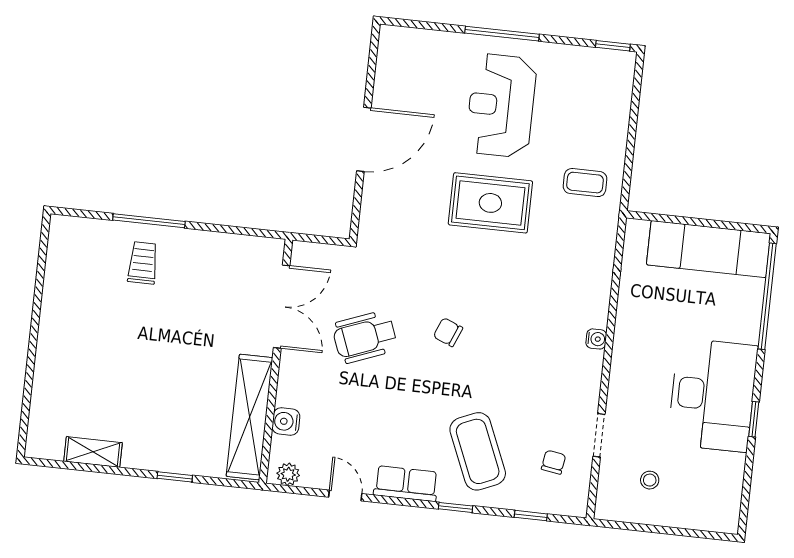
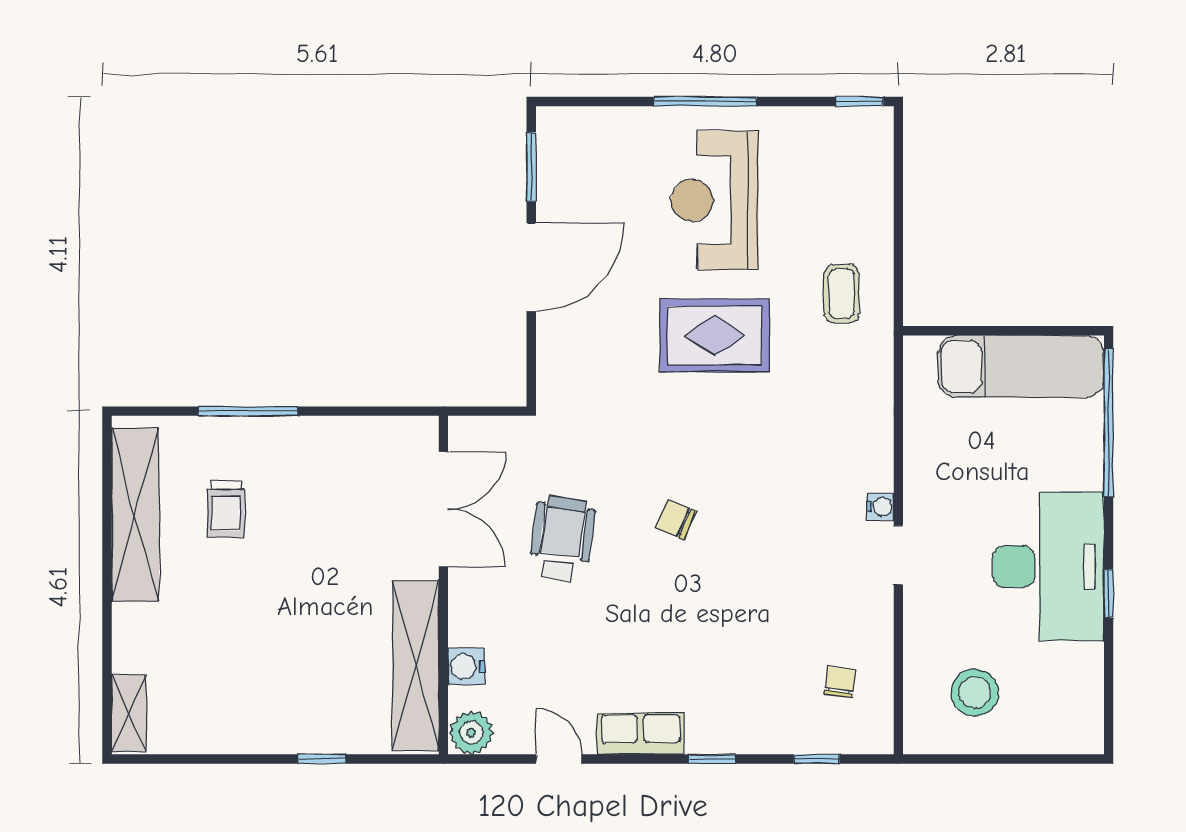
window: (372, 67) -> (531, 167), added
coffee table: (585, 183) -> (841, 294), turned 90
trolley: (143, 263) -> (226, 509), moved, turned 180
shelving: (60, 286) -> (135, 515), added
wheelchair: (365, 337) -> (562, 538), turned 119
doorway: (599, 435) -> (898, 555), moved
coffee table: (478, 451) -> (734, 679), removed
shelving: (93, 452) -> (129, 713), moved, turned 90
plant: (288, 474) -> (471, 733), width x1.38, depth x1.38
stool: (650, 480) -> (975, 693), width x1.89, depth x1.89

